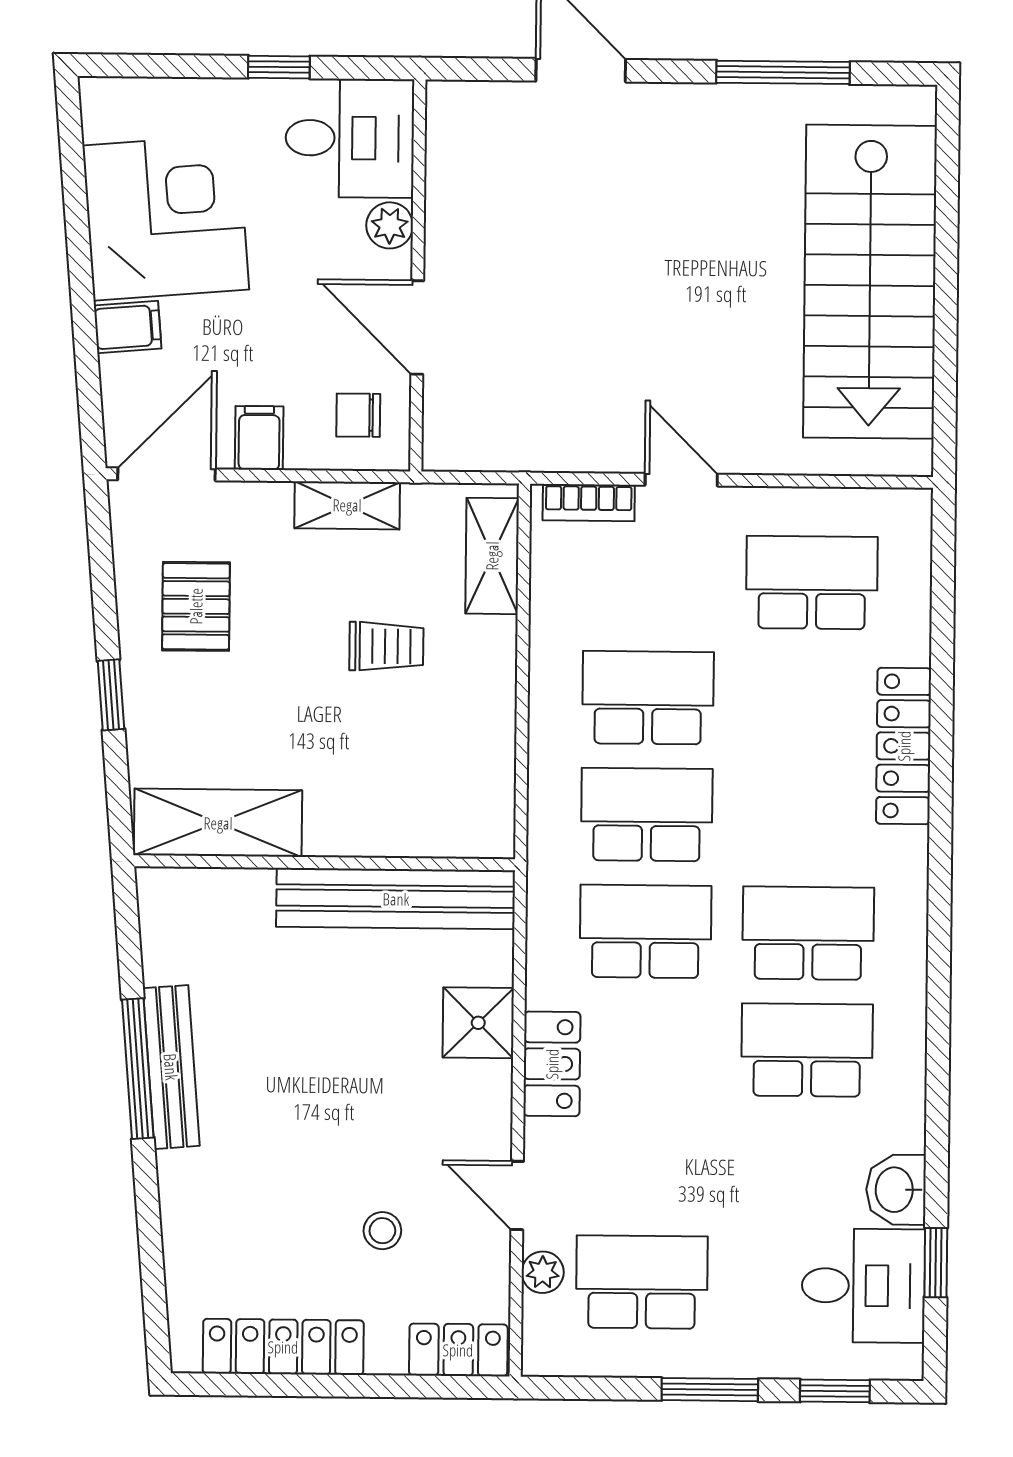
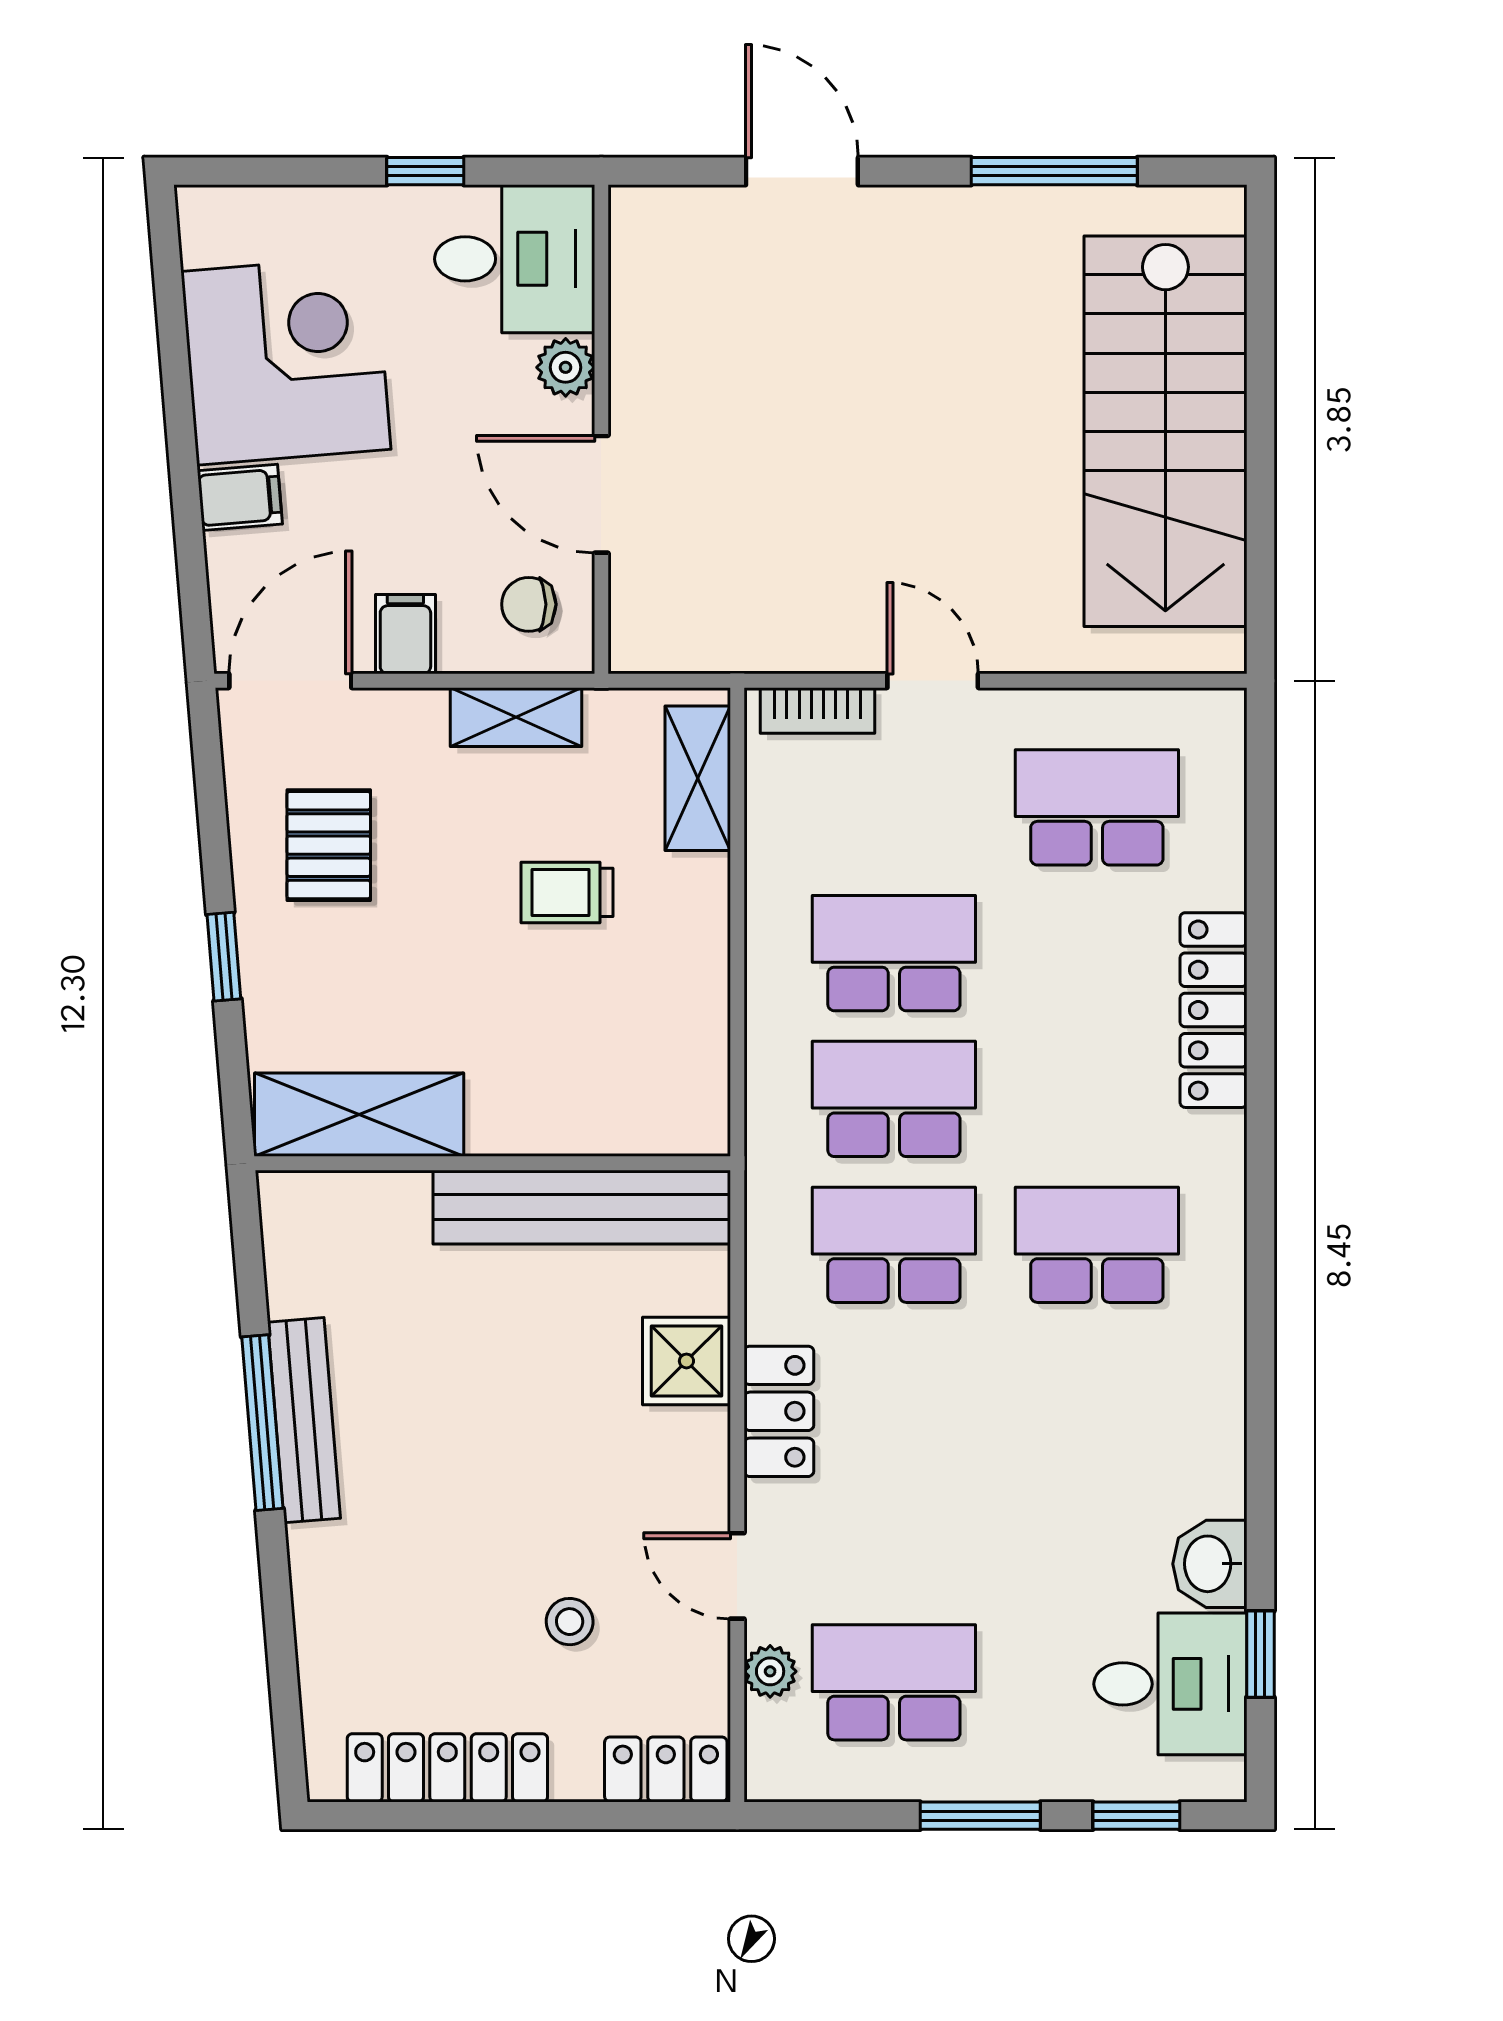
trolley: (386, 646) -> (567, 892), turned 180
school desk: (807, 1050) -> (1097, 1391), removed

